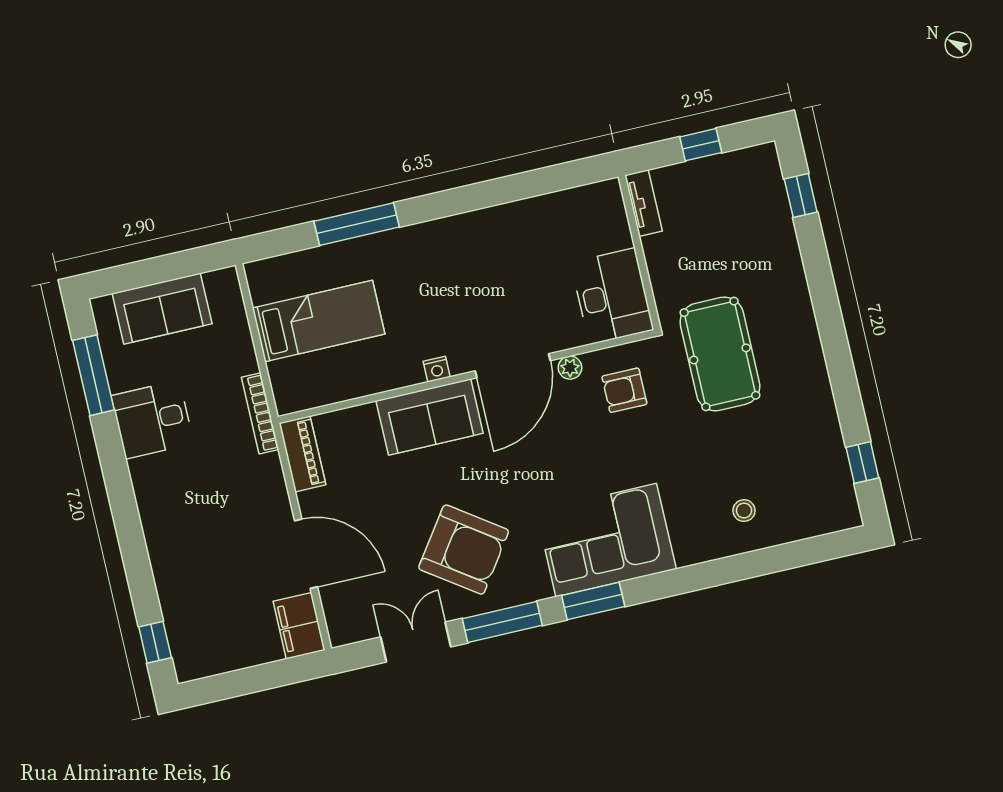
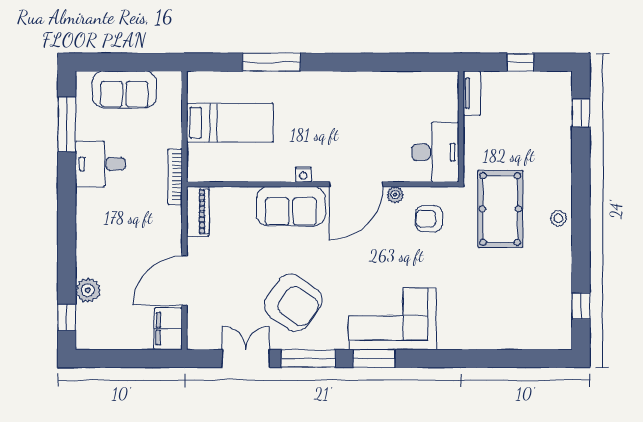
stool: (744, 511) -> (558, 218), moved
door: (306, 554) -> (184, 280), swing flipped
plant: (176, 598) -> (88, 290), added

